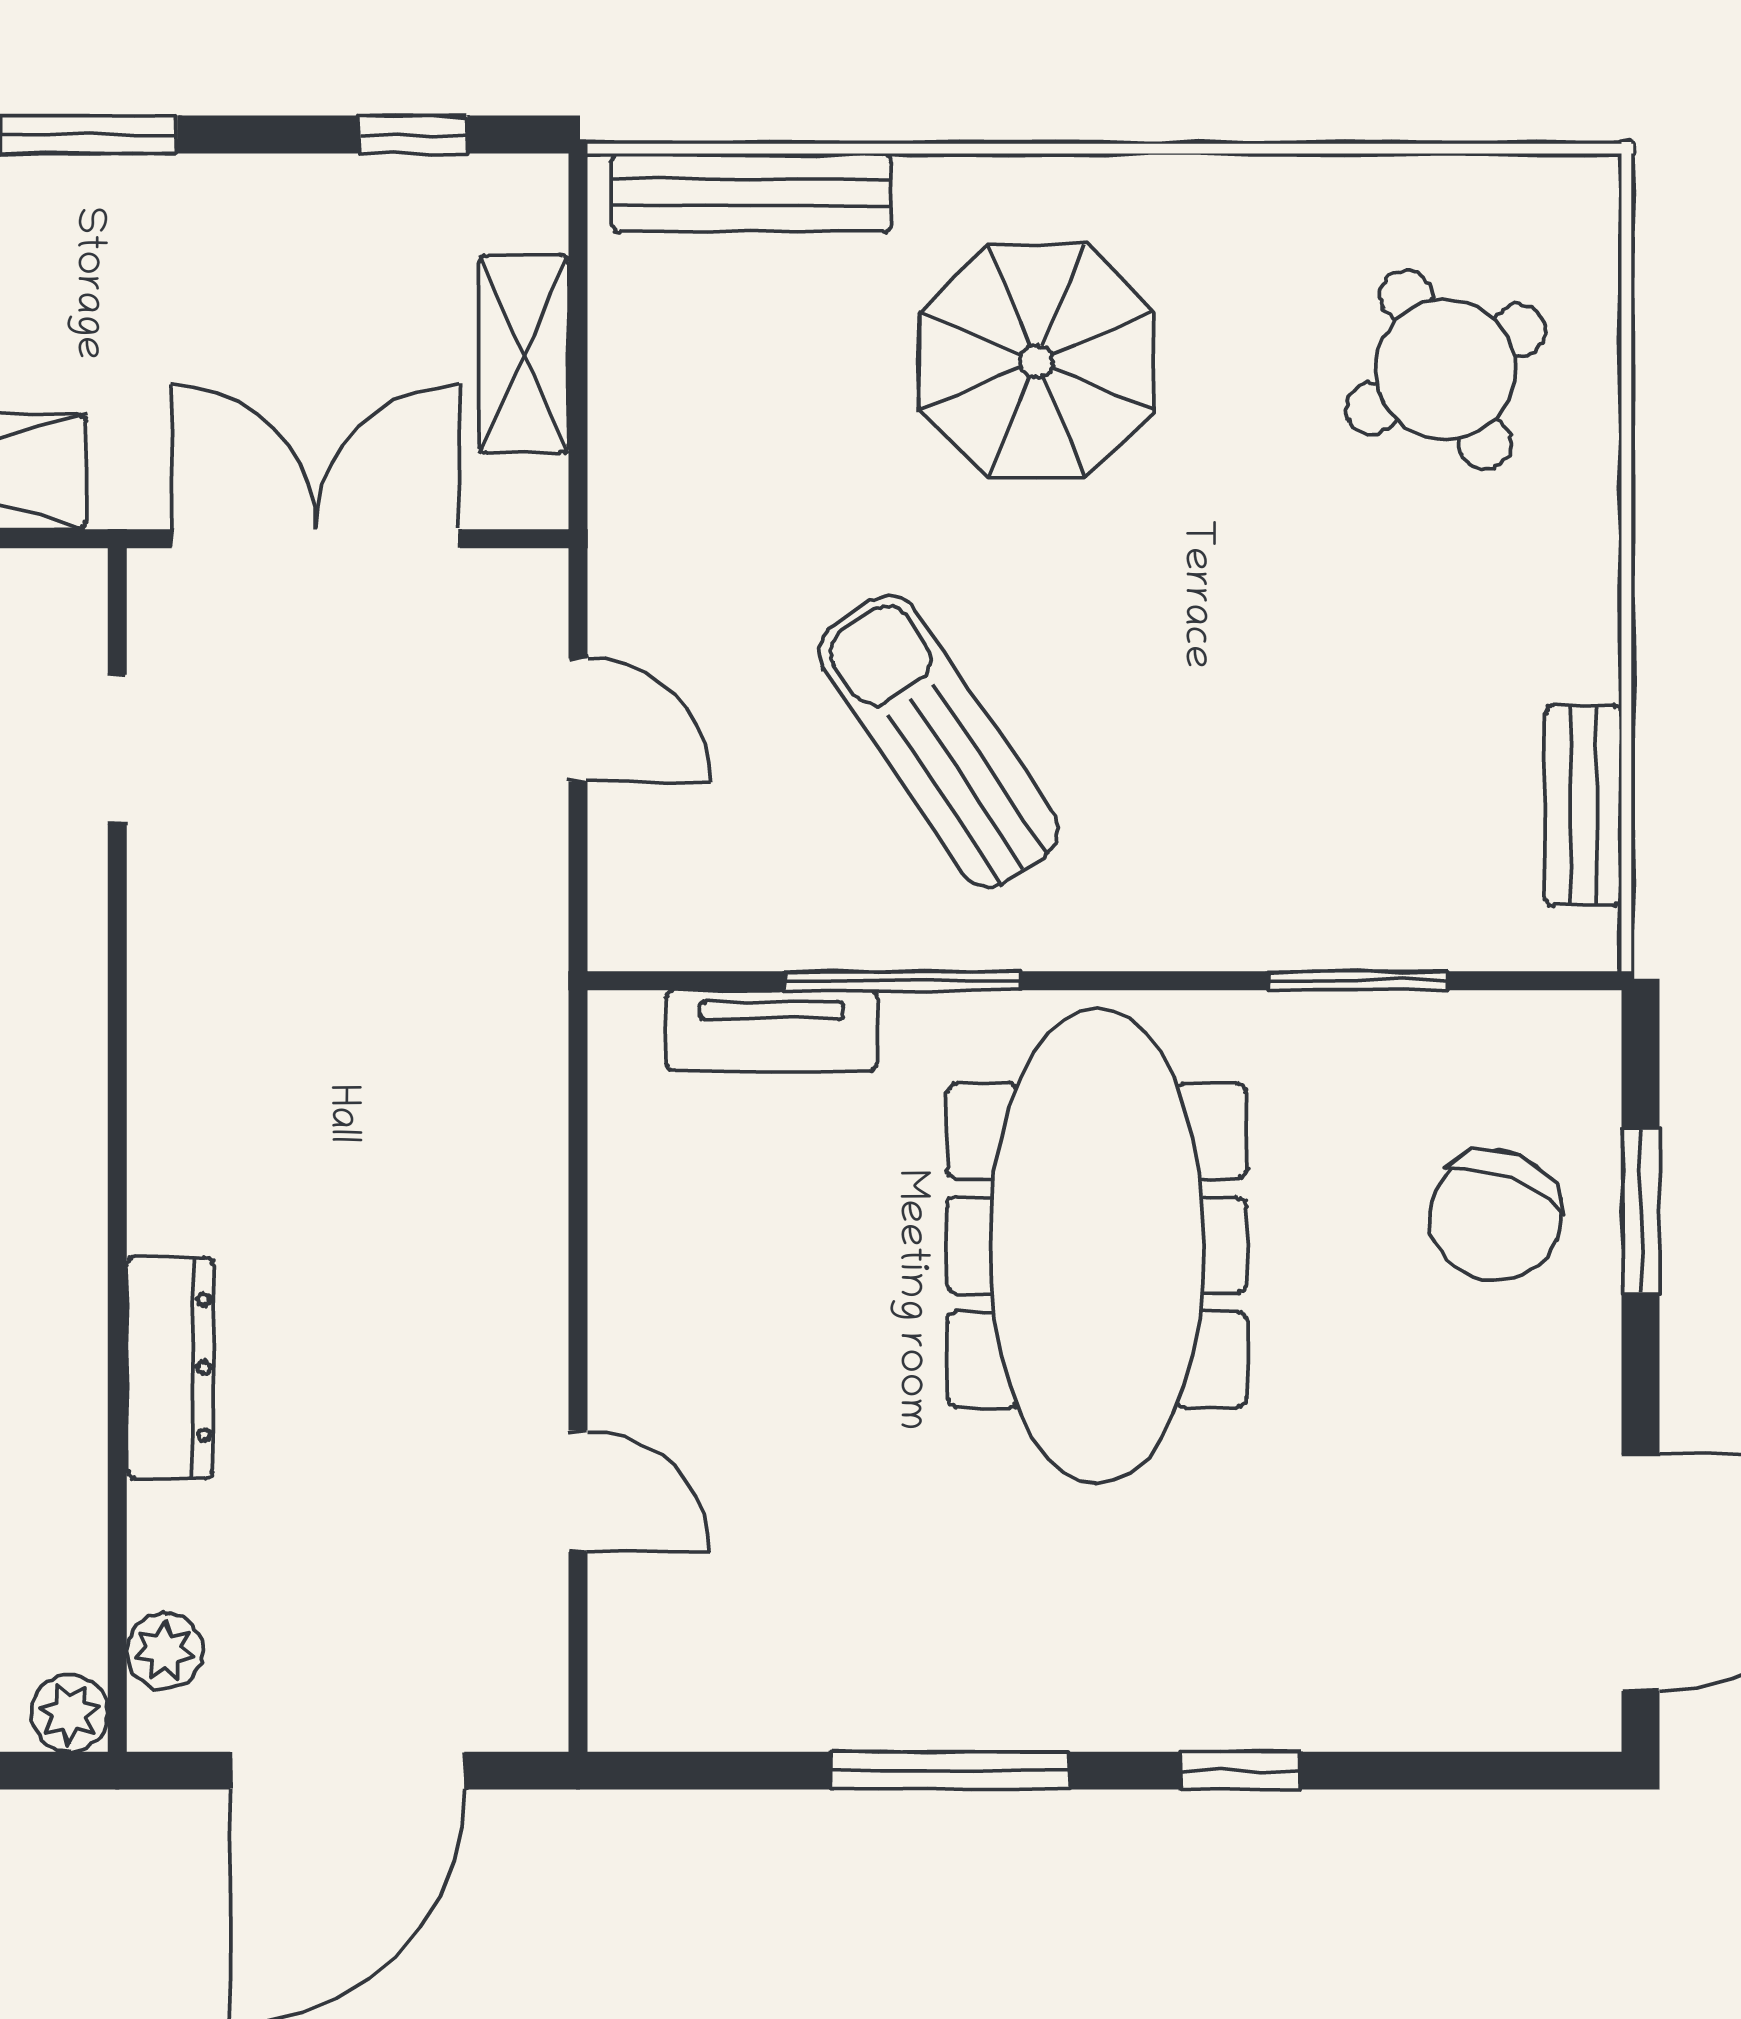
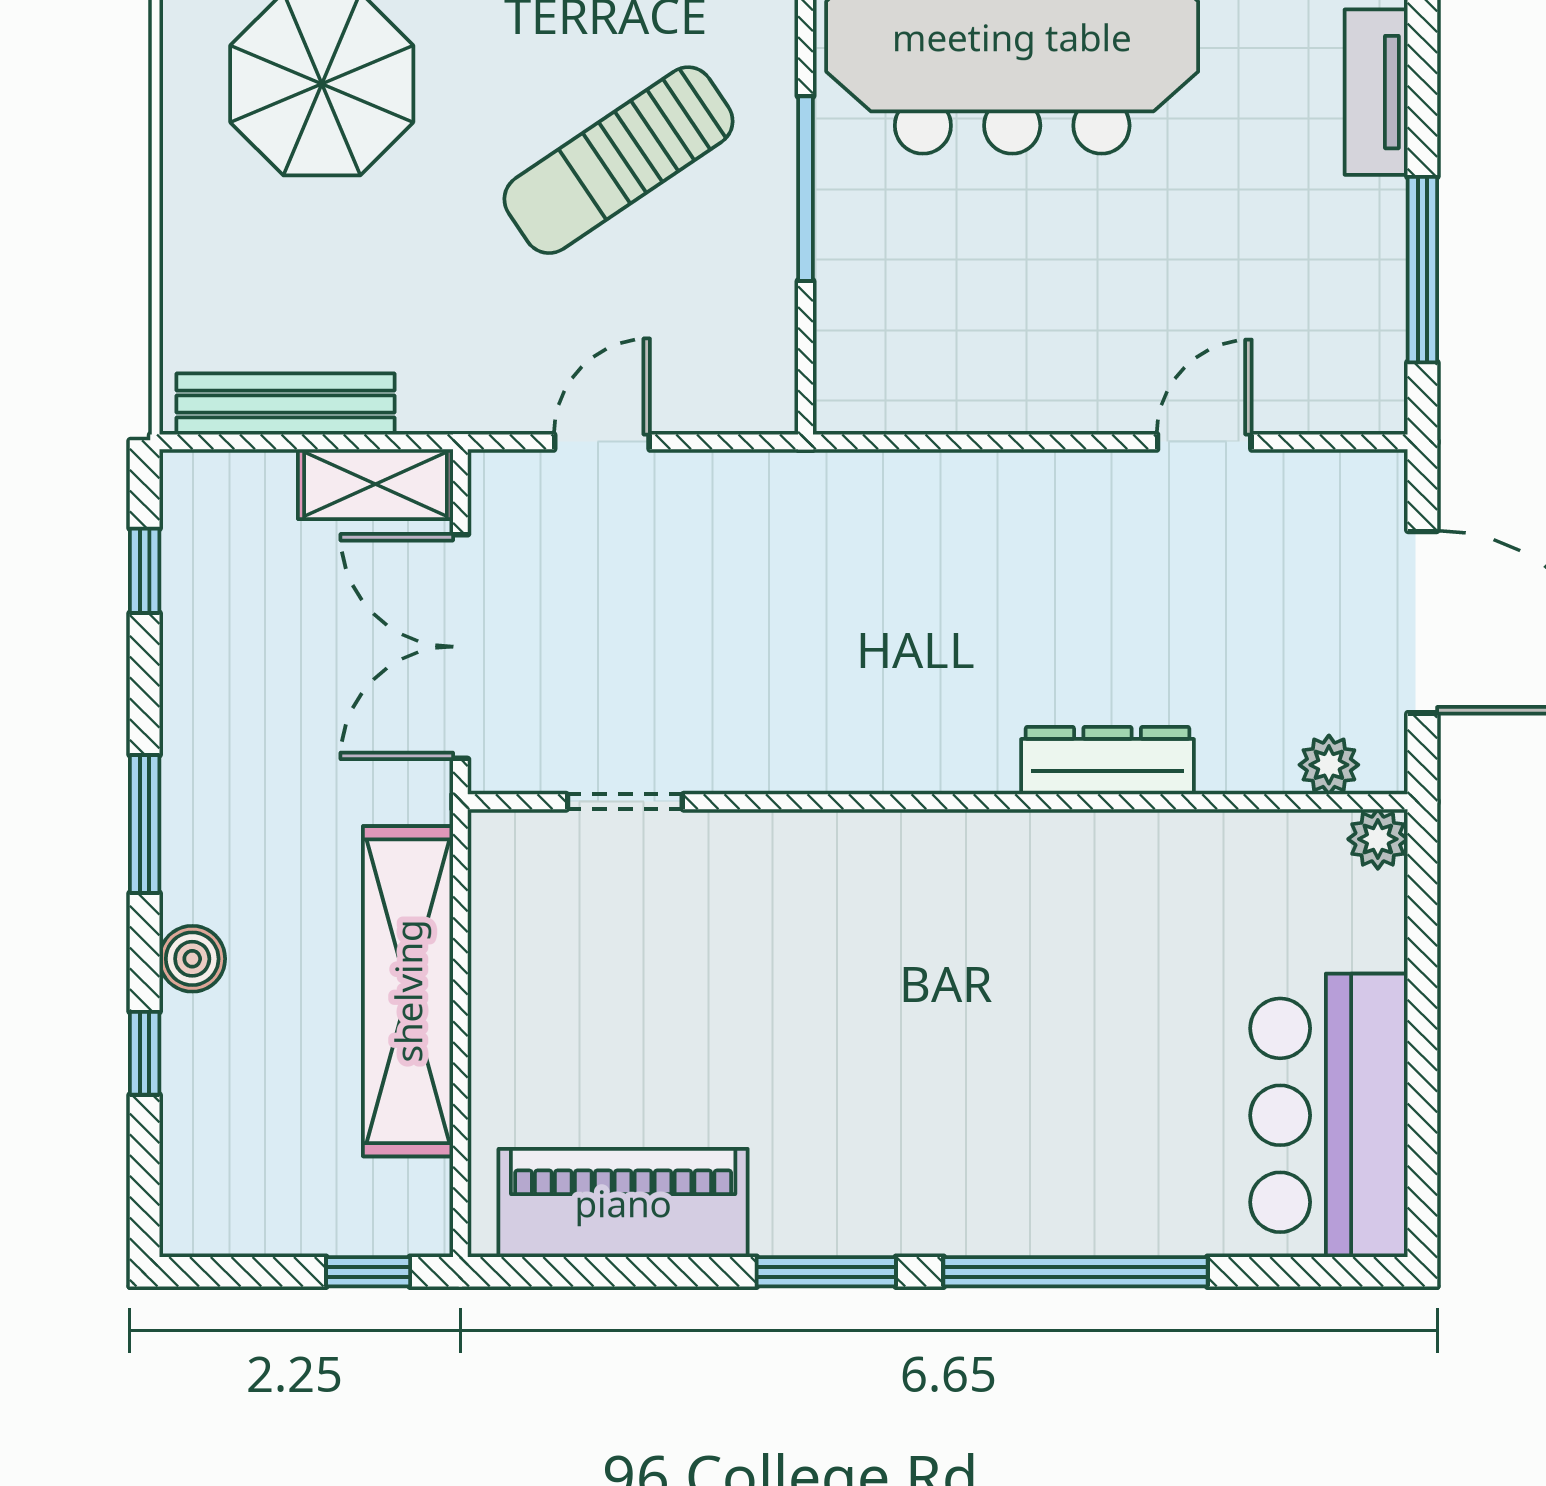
bench: (751, 192) -> (286, 404), moved, turned 90
shelving: (524, 354) -> (376, 484), moved
tv unit: (771, 1031) -> (1376, 92), moved, turned 180
window: (951, 1771) -> (1422, 270), moved

